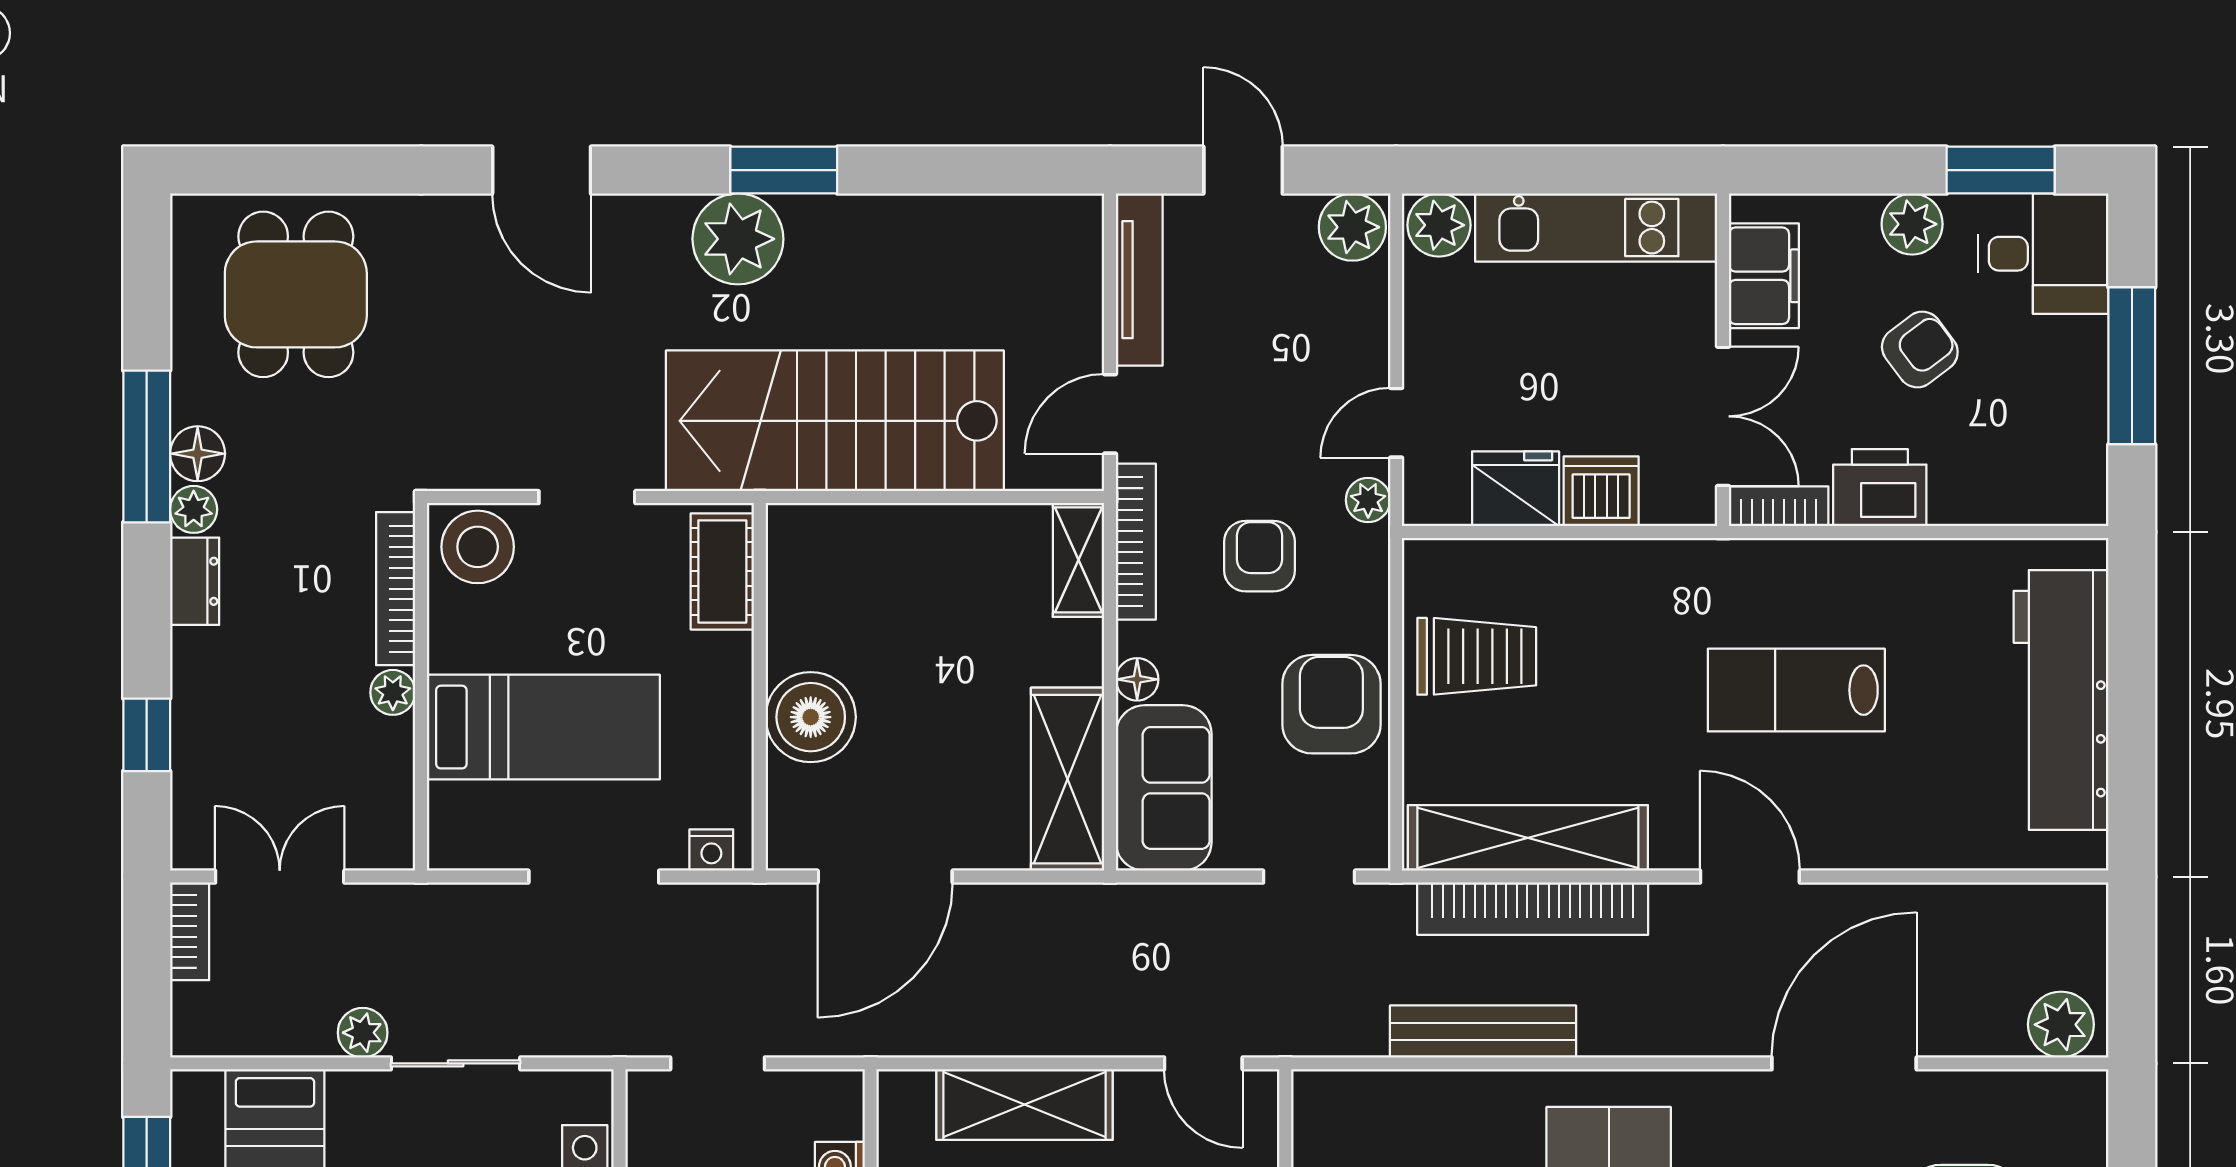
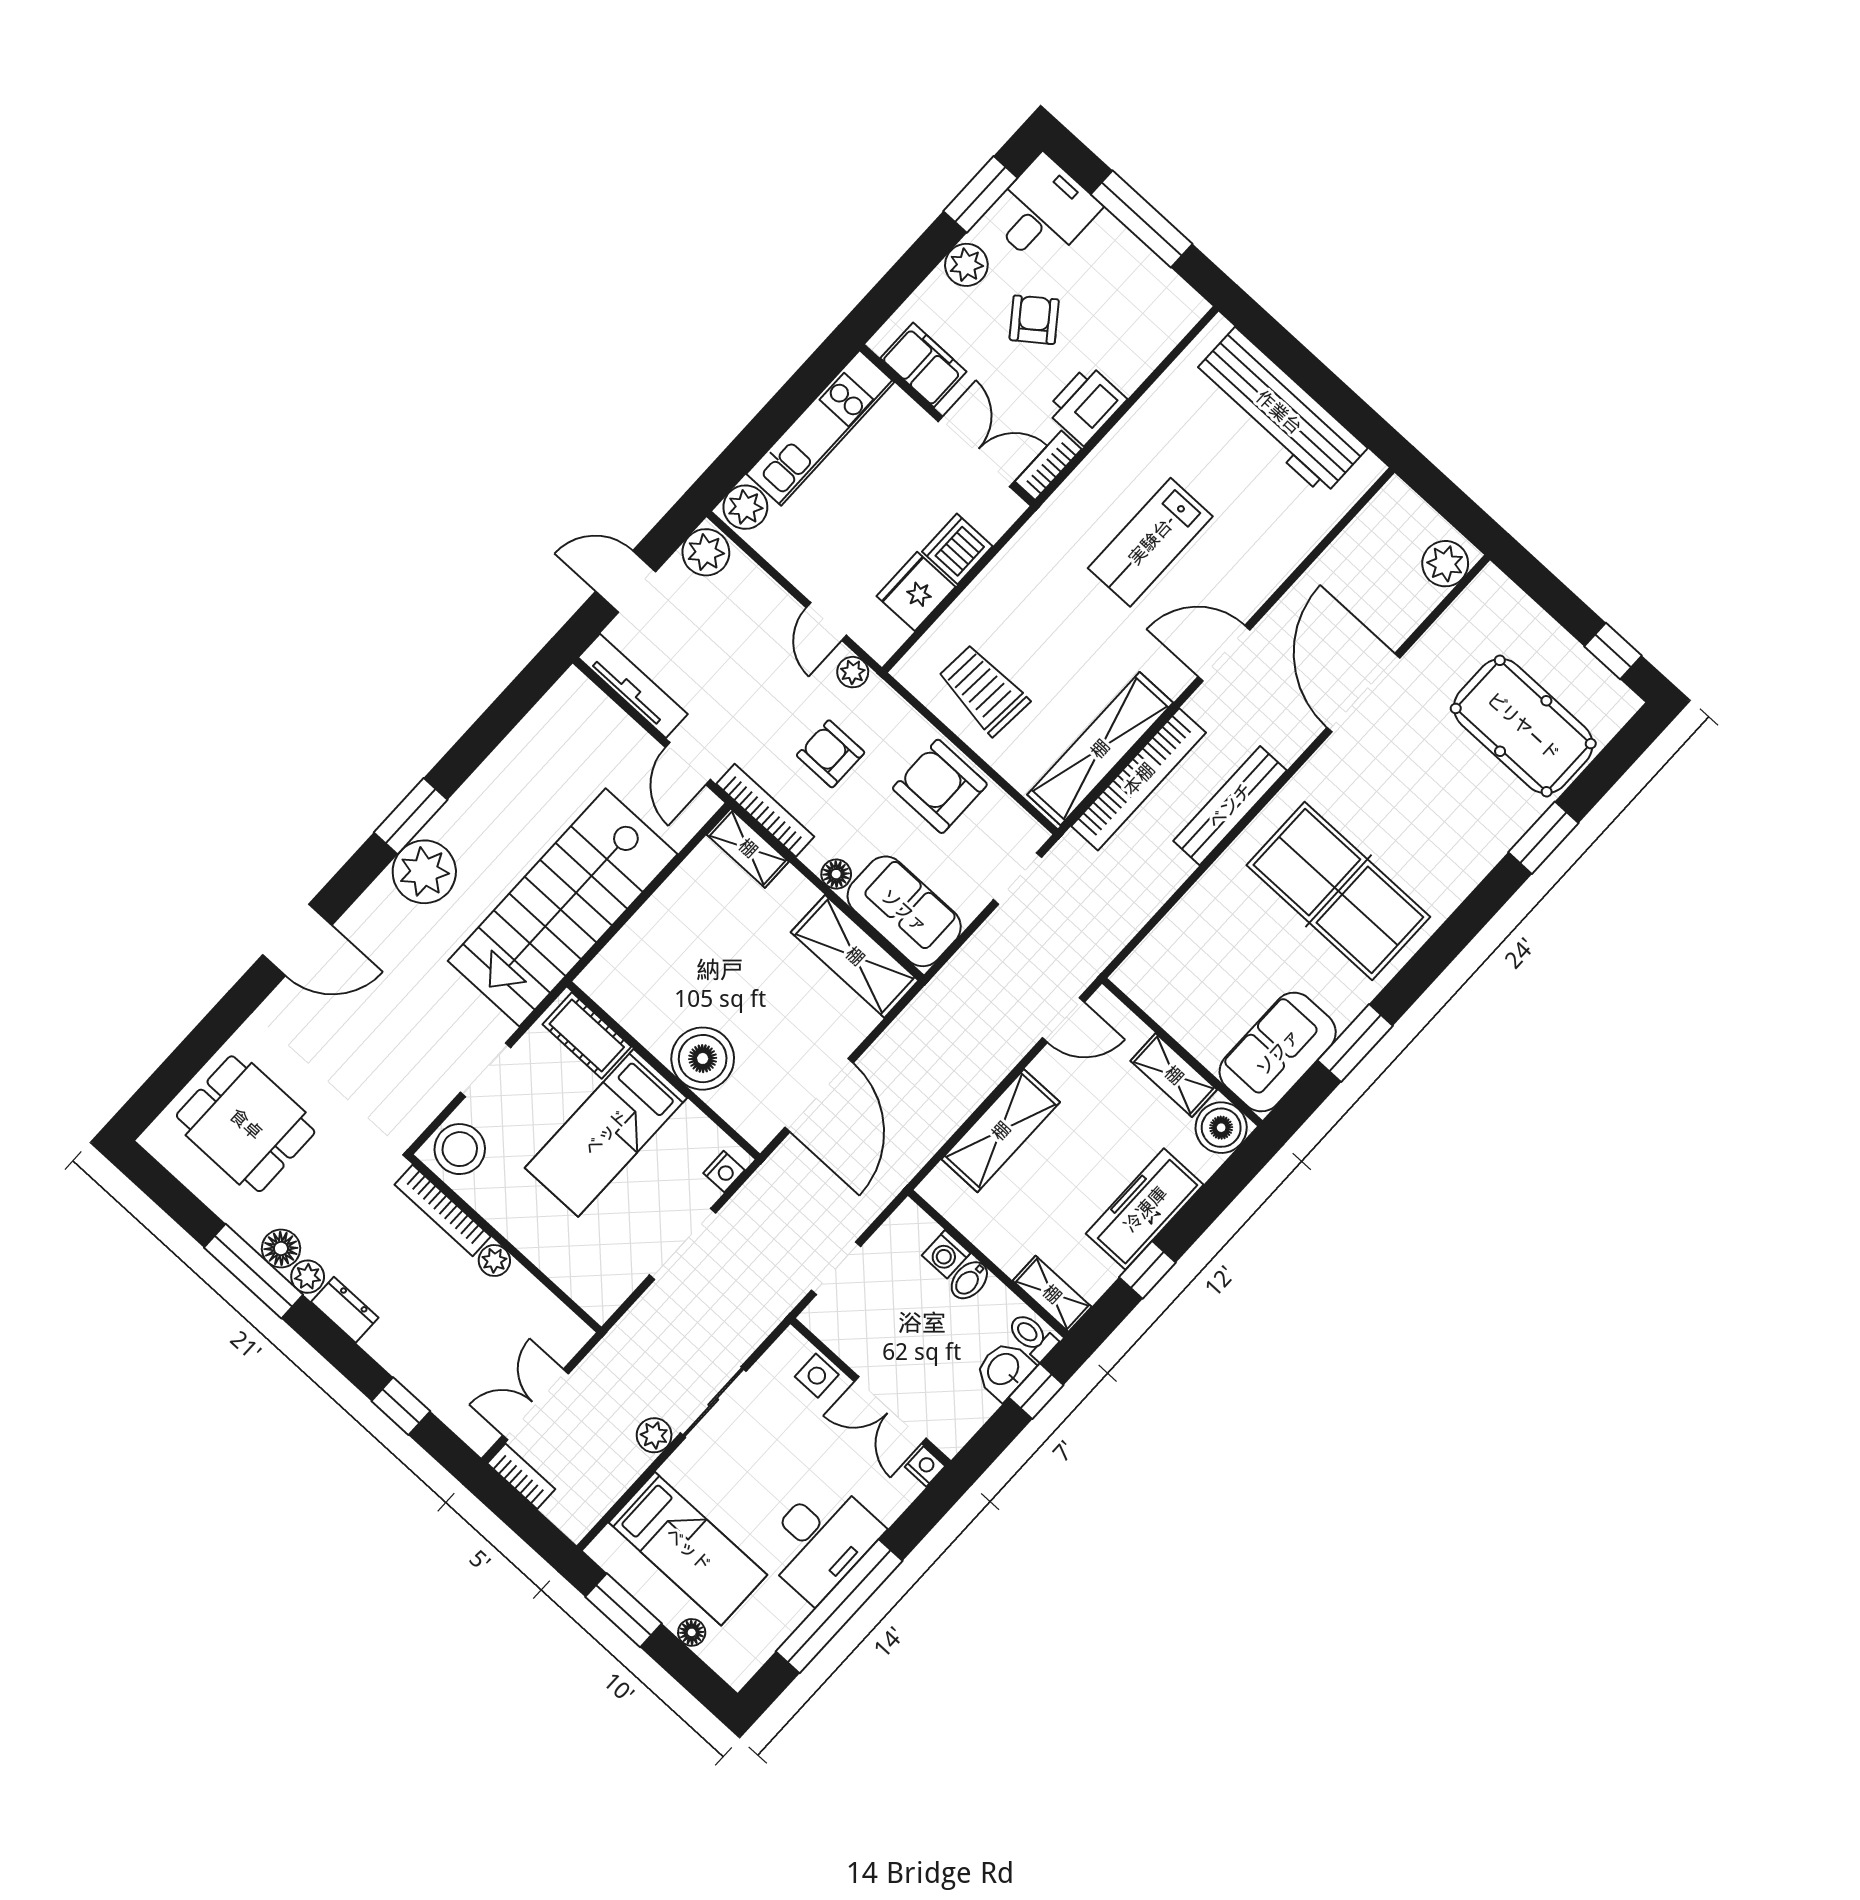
trolley: (1477, 656) -> (983, 690), turned -86
bed: (543, 727) -> (606, 1133), moved, turned 180
bench: (1483, 1031) -> (1230, 806), moved

